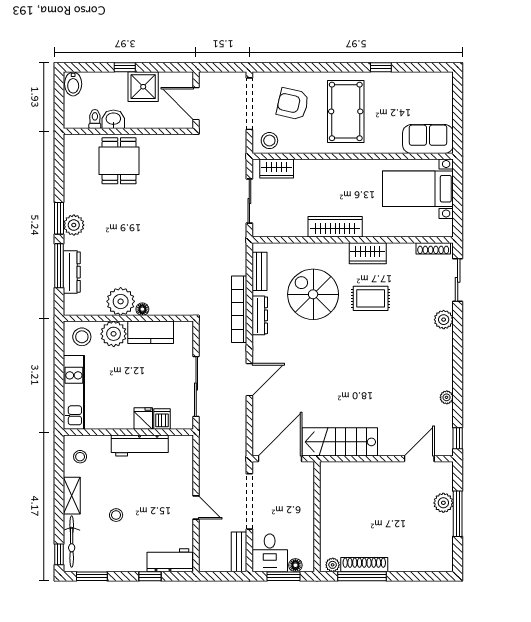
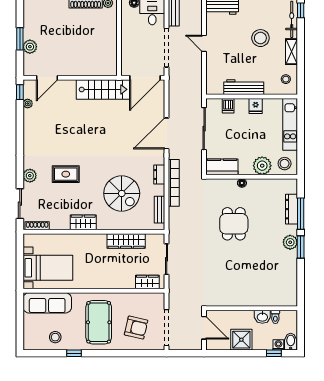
window: (125, 67) -> (274, 353), moved
washing machine: (90, 79) -> (278, 345), added
sofa: (428, 139) -> (47, 303), width x1.36
stool: (269, 141) -> (55, 337), moved
dining table: (119, 161) -> (234, 224), moved
wardrobe: (335, 227) -> (126, 241), moved
rug: (371, 298) -> (66, 174), moved
plant: (121, 301) -> (257, 188), removed
dresser: (260, 315) -> (159, 174), width x0.70
kitchen counter: (151, 332) -> (222, 167), moved
door: (249, 380) -> (167, 133), width x1.36
plant: (447, 397) -> (28, 104), moved
fridge: (143, 419) -> (256, 106), moved
window: (458, 514) -> (20, 39), width x0.69
stool: (116, 515) -> (260, 38), width x1.89, depth x1.89

